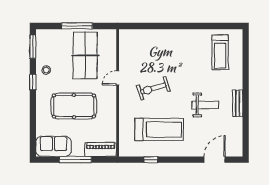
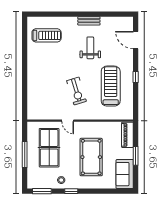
table tennis table: (85, 55) -> (49, 148), turned 90
window: (75, 160) -> (136, 156), width x0.69
window: (151, 160) -> (136, 77), moved

